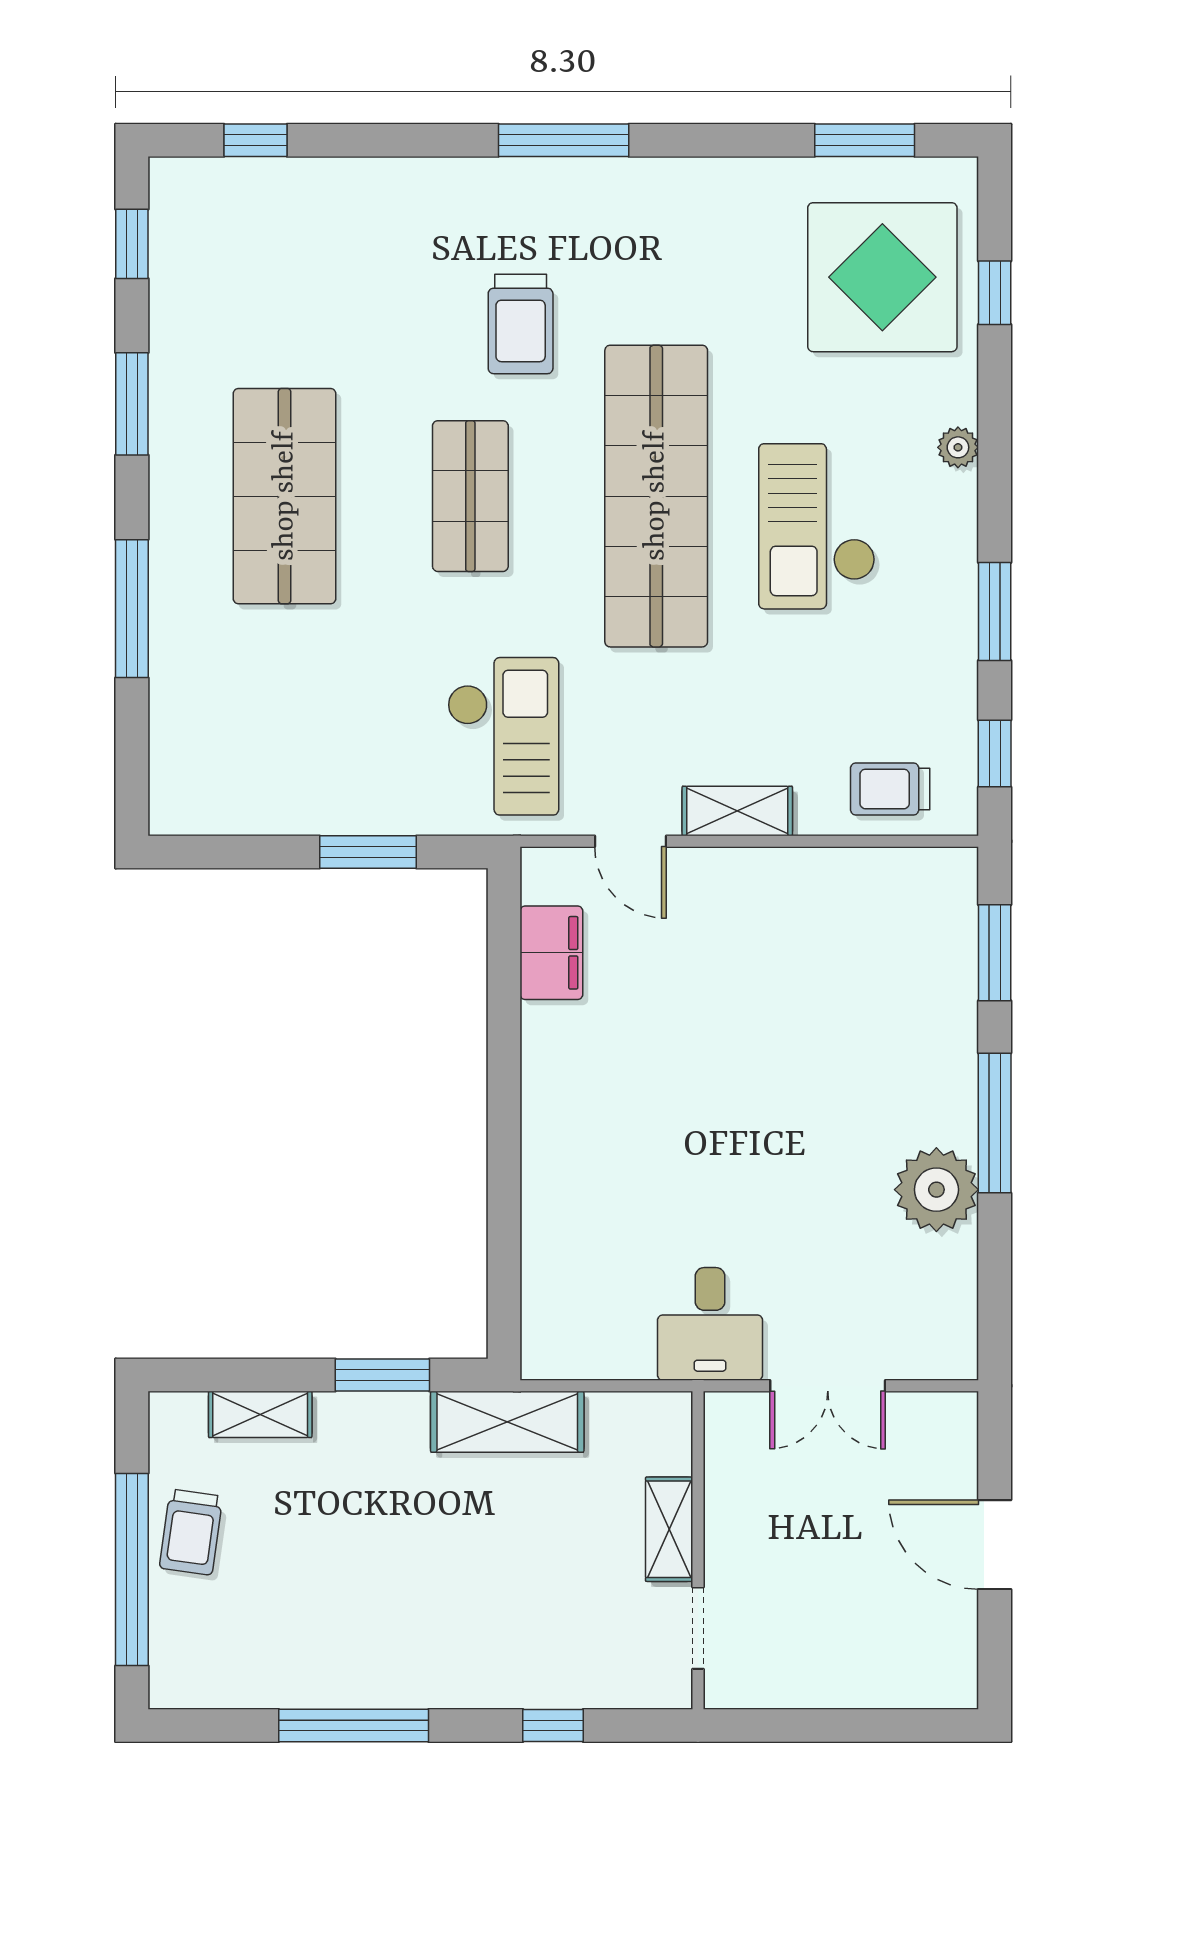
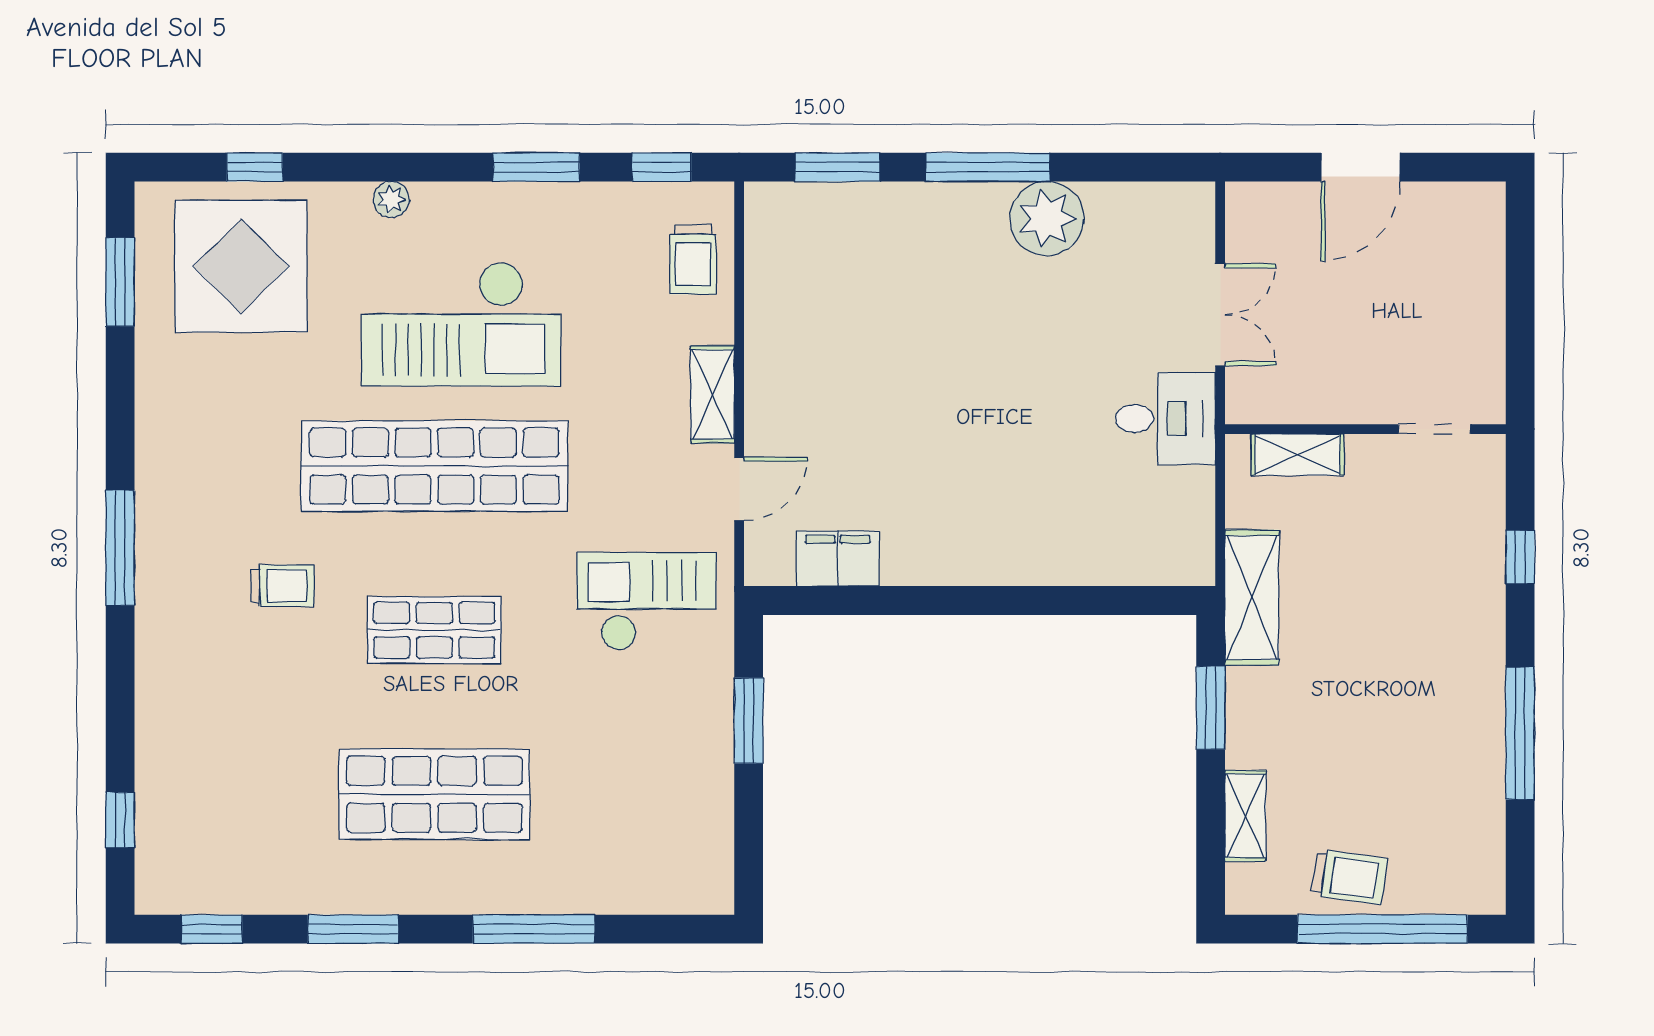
trolley: (521, 324) -> (282, 586), width x0.73, depth x0.72
checkout: (817, 526) -> (461, 324), width x1.36, depth x1.21
shelving: (669, 1529) -> (1297, 455), moved

